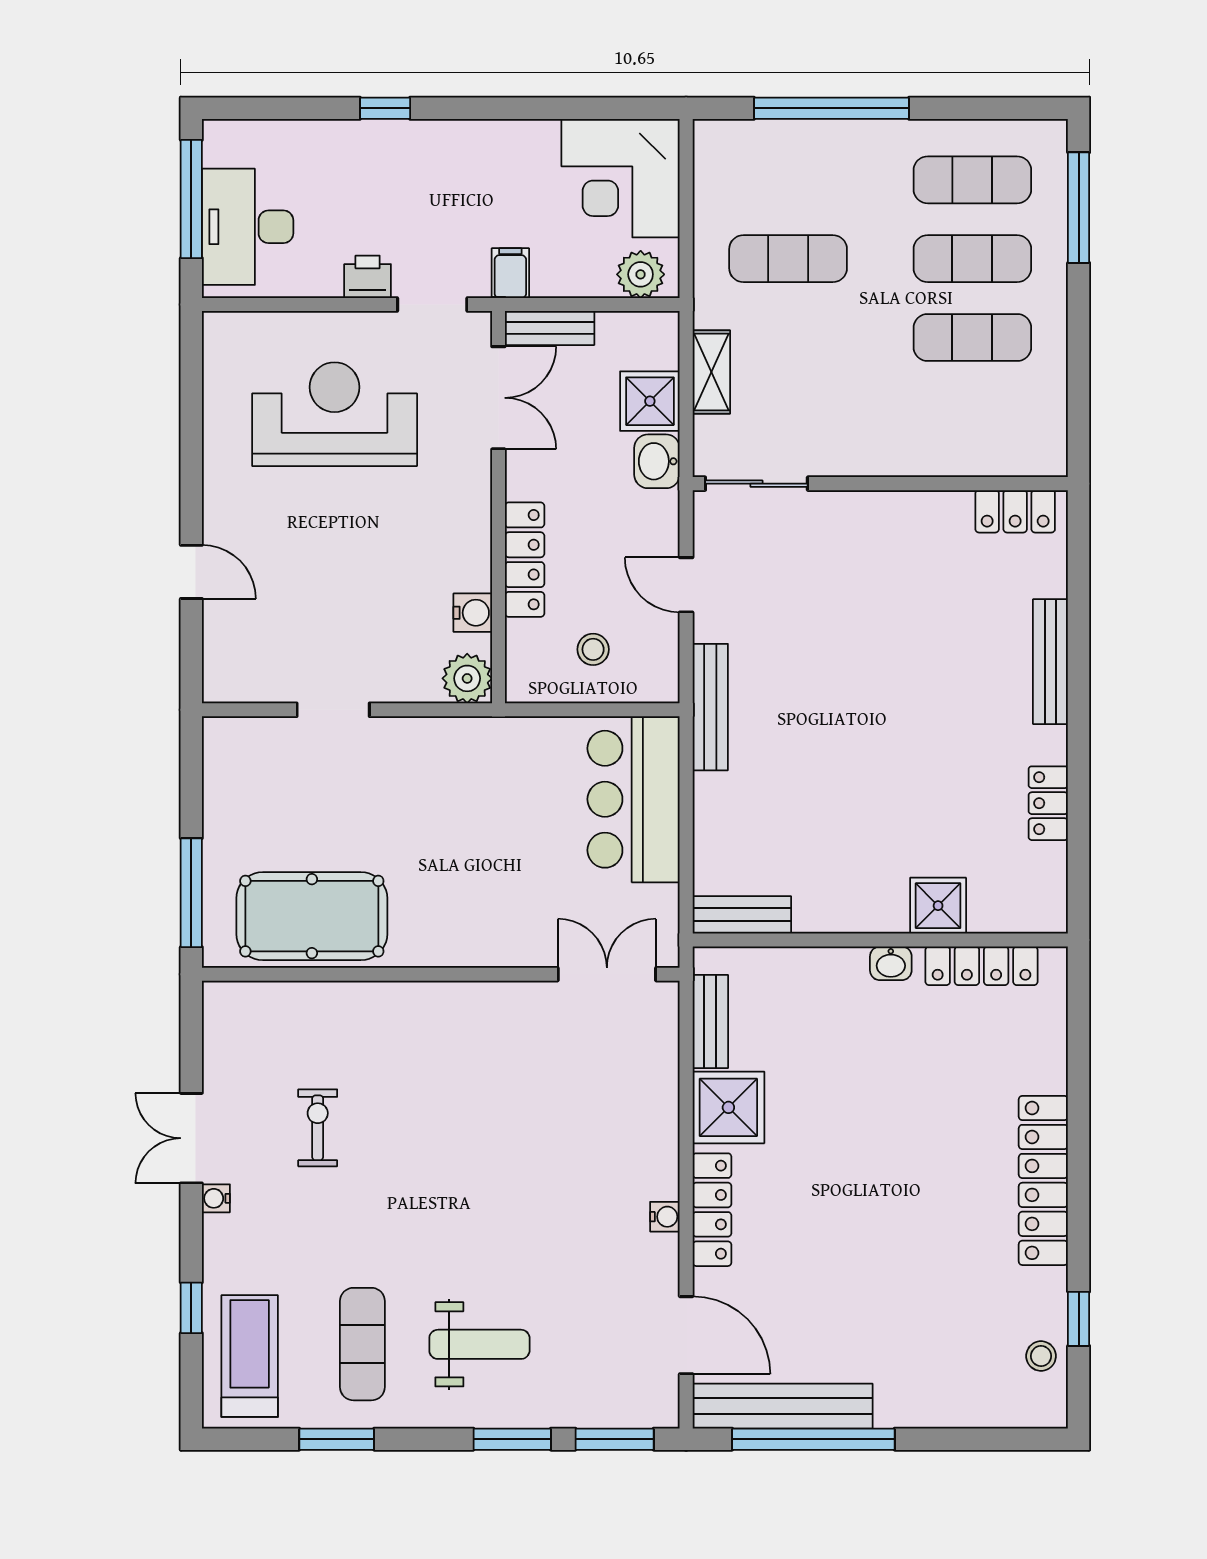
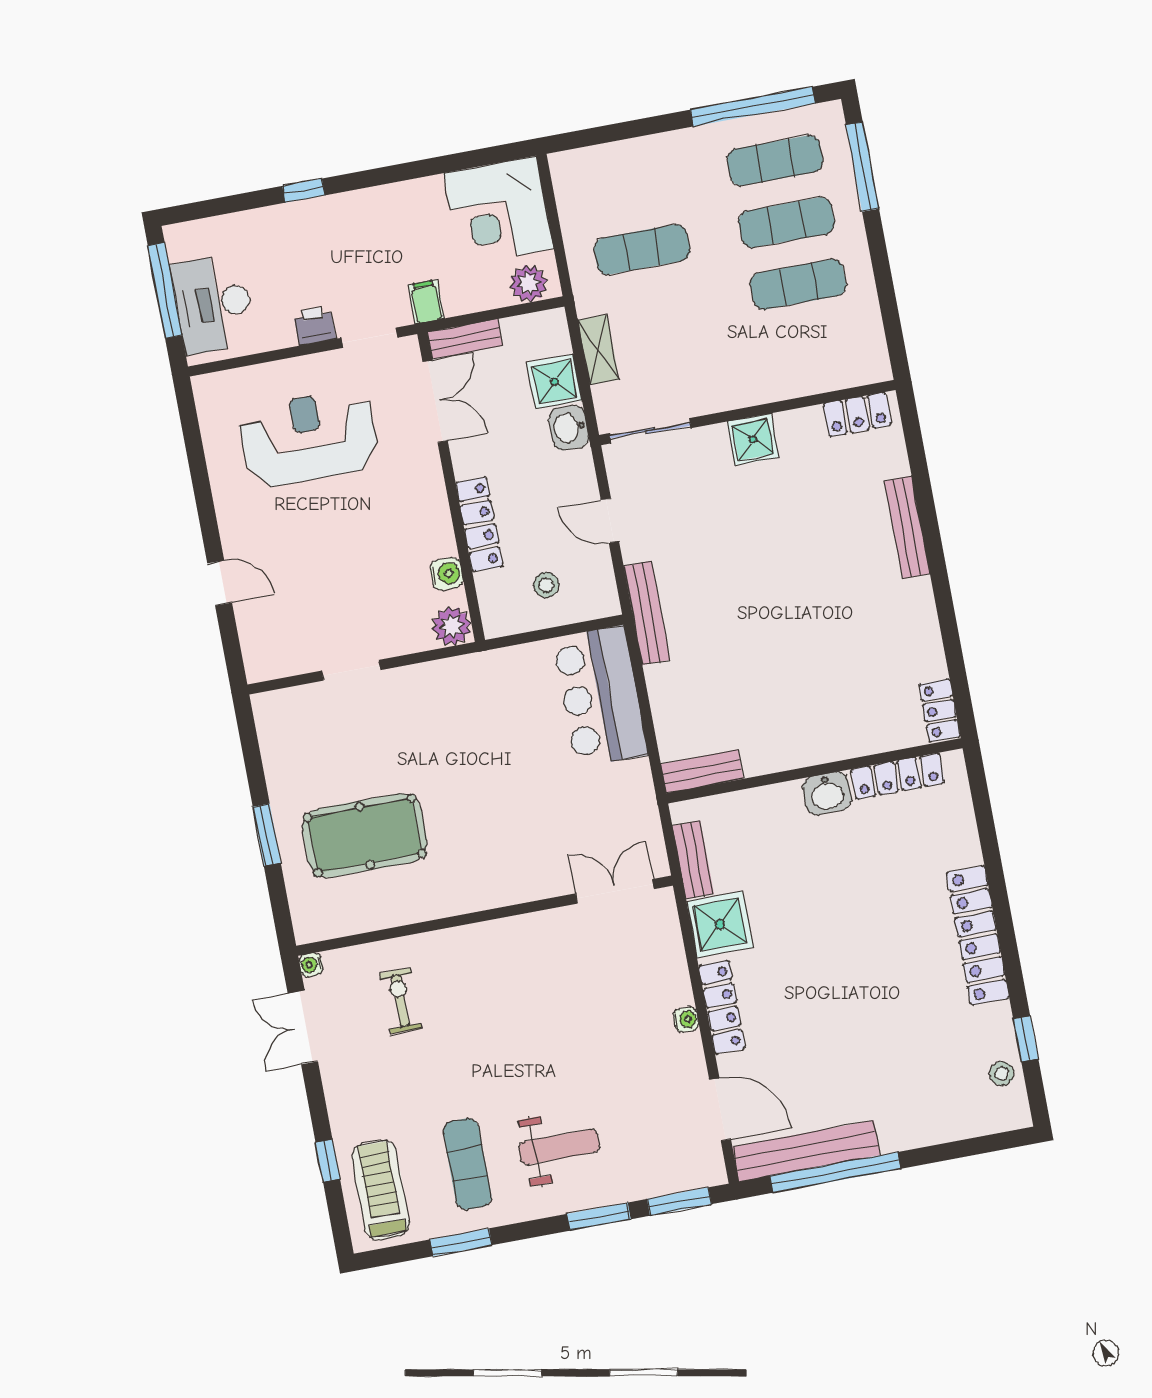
window: (832, 108) -> (753, 107), moved
locker: (1048, 803) -> (940, 710), moved
window: (191, 893) -> (267, 835), width x0.69
shower: (938, 906) -> (753, 439), moved
washbasin: (891, 963) -> (827, 793), width x1.38, depth x1.45
wall: (441, 974) -> (485, 916), moved
double door: (607, 974) -> (615, 891), moved
water cooler: (216, 1198) -> (311, 965), moved

